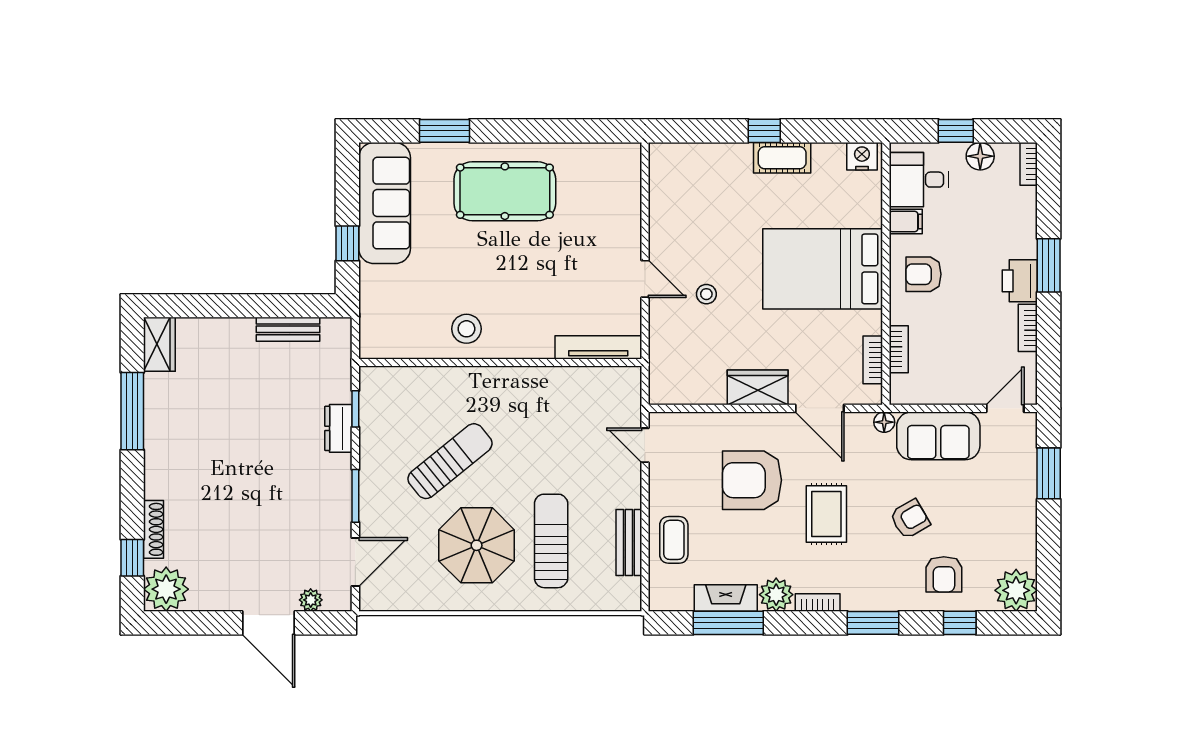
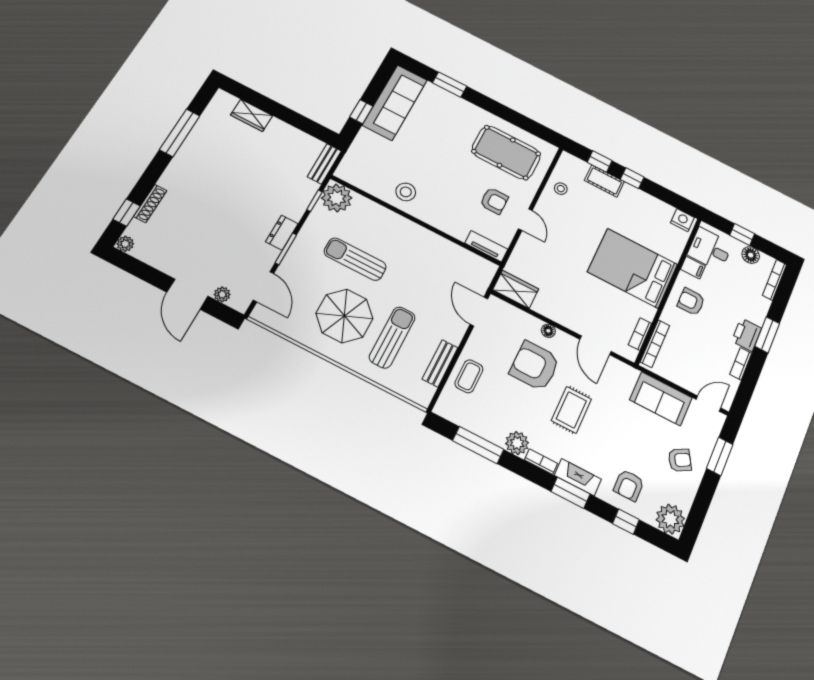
window: (707, 131) -> (600, 161), added
cot: (782, 158) -> (604, 181), moved
bookcase: (1029, 164) -> (775, 280), width x1.56
pool table: (505, 191) -> (506, 153), moved
armchair: (590, 275) -> (494, 201), added
stool: (706, 294) -> (561, 189), moved
bench: (288, 329) -> (324, 164), moved, turned 90
wardrobe: (159, 344) -> (252, 115), moved, turned 90
tv unit: (598, 347) -> (486, 246), width x0.71
bookcase: (899, 349) -> (655, 344), width x1.56
wardrobe: (758, 387) -> (516, 289), moved
plant: (382, 389) -> (337, 198), added
floor lamp: (884, 422) -> (548, 331), moved
dresser: (338, 428) -> (282, 233), moved
door: (645, 445) -> (479, 312), width x1.38
sun lounger: (450, 461) -> (355, 259), turned -141
armchair: (910, 519) -> (680, 460), moved
door: (355, 562) -> (263, 287), hinge flipped
plant: (166, 589) -> (125, 244), width x0.53, depth x0.53
fireplace: (726, 598) -> (578, 477), moved

